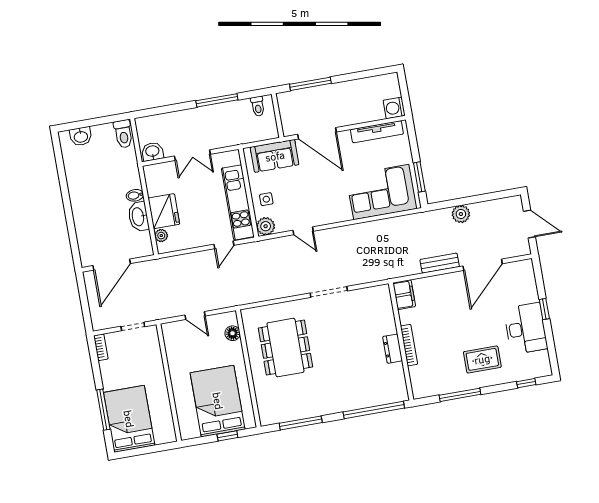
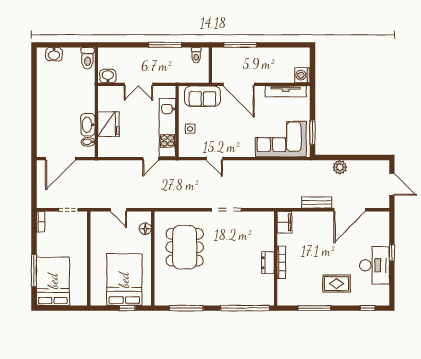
bidet: (135, 195) -> (88, 142), moved
plant: (266, 226) -> (186, 150), removed
plant: (161, 236) -> (103, 143), removed

